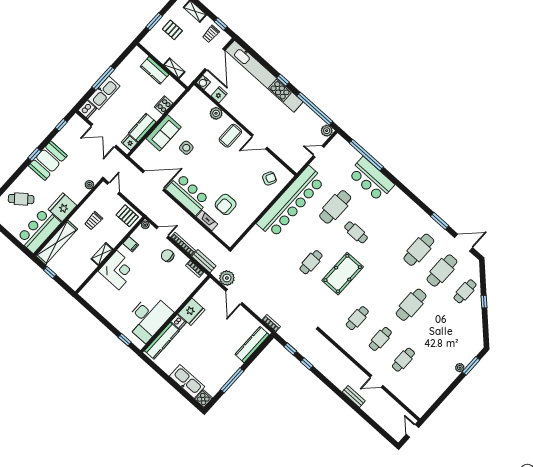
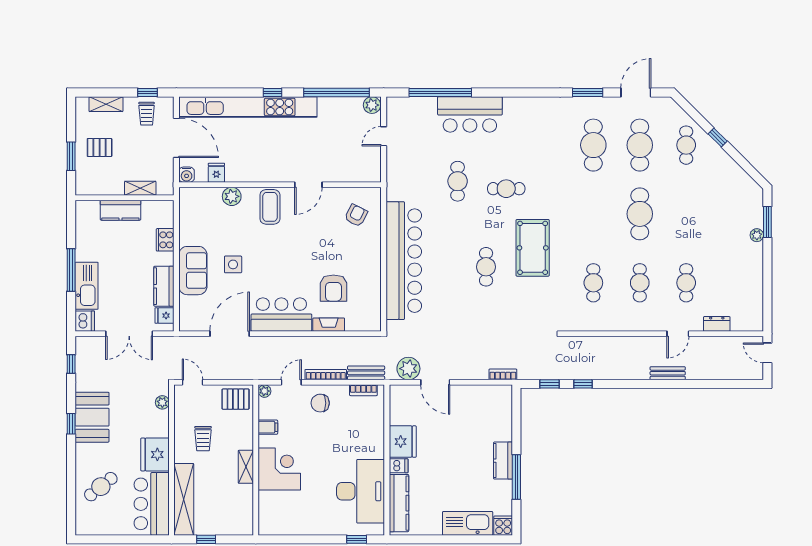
bar counter: (291, 202) -> (404, 261), moved
cafe table: (335, 207) -> (458, 181), width x0.73, depth x0.74
kitchen counter: (252, 345) -> (503, 461), moved, width x0.67
dresser: (400, 394) -> (717, 324), added

